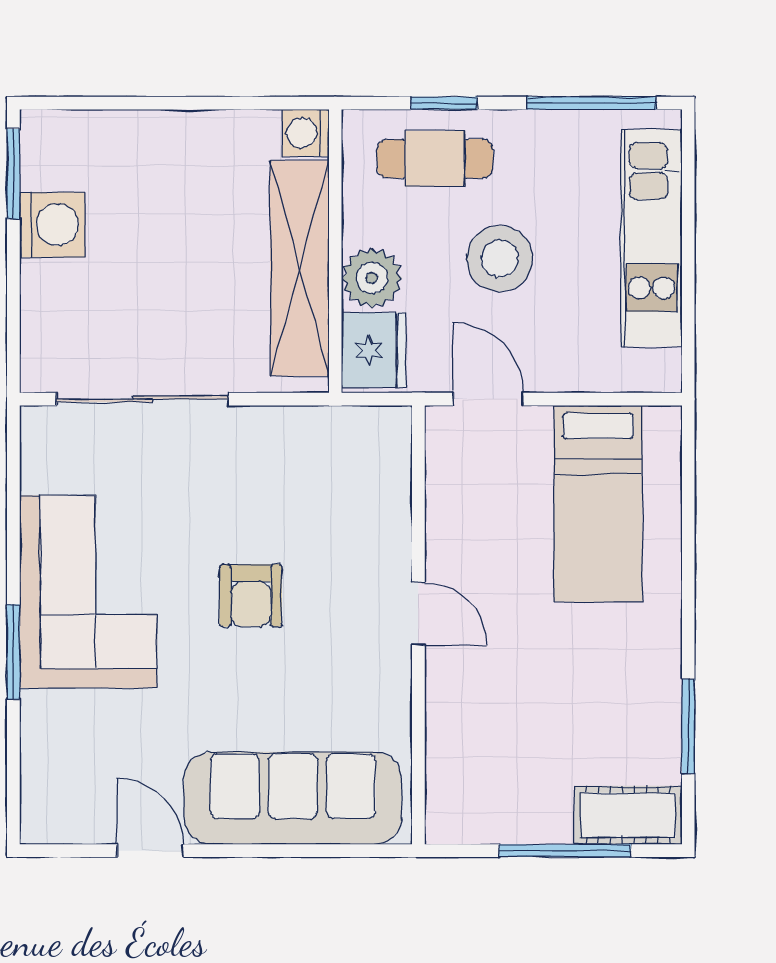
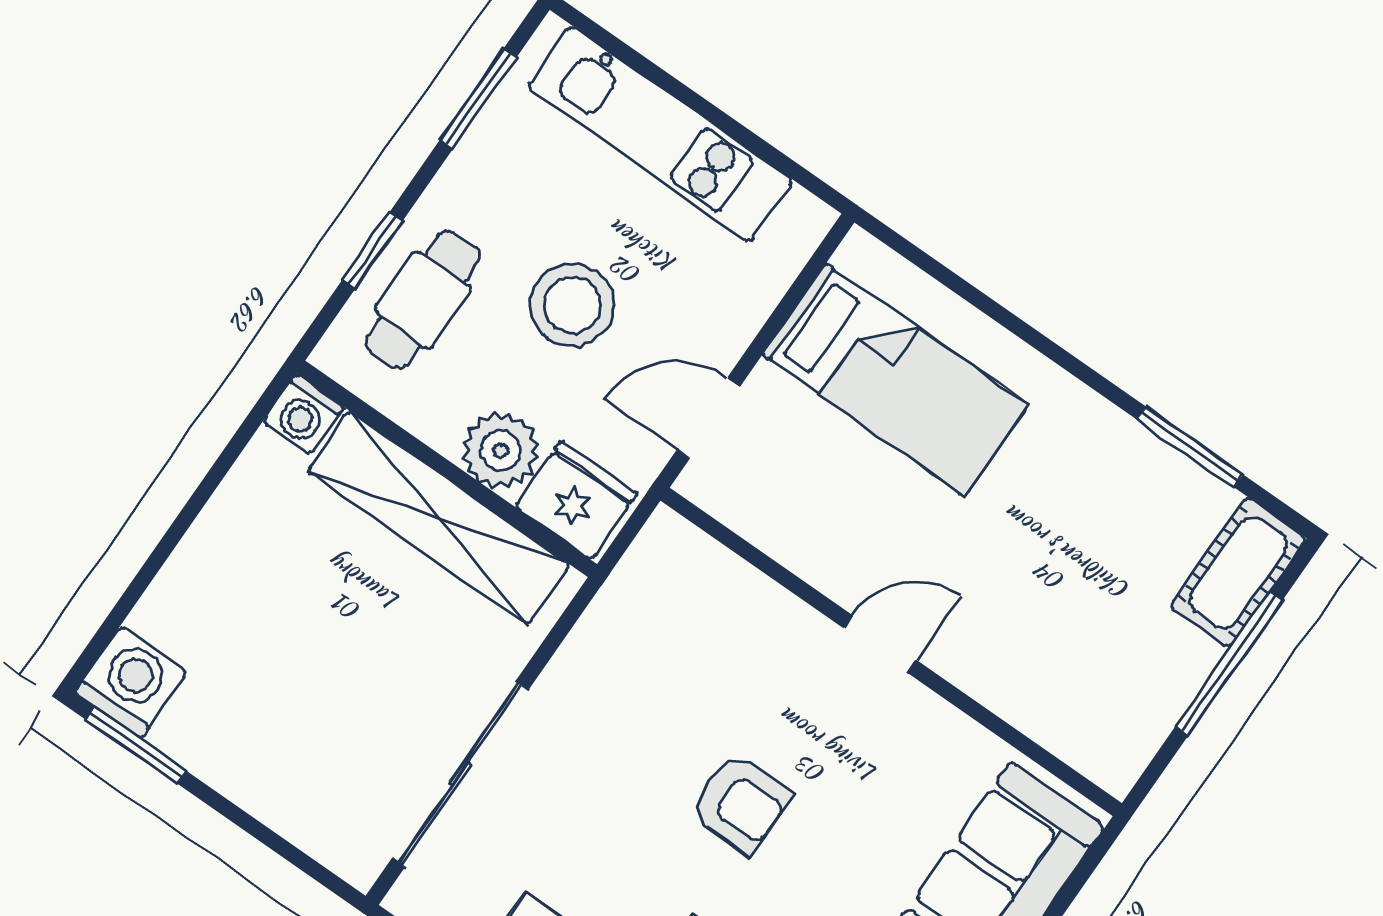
window: (592, 103) -> (478, 99), width x0.69
washing machine: (52, 225) -> (131, 682), moved

